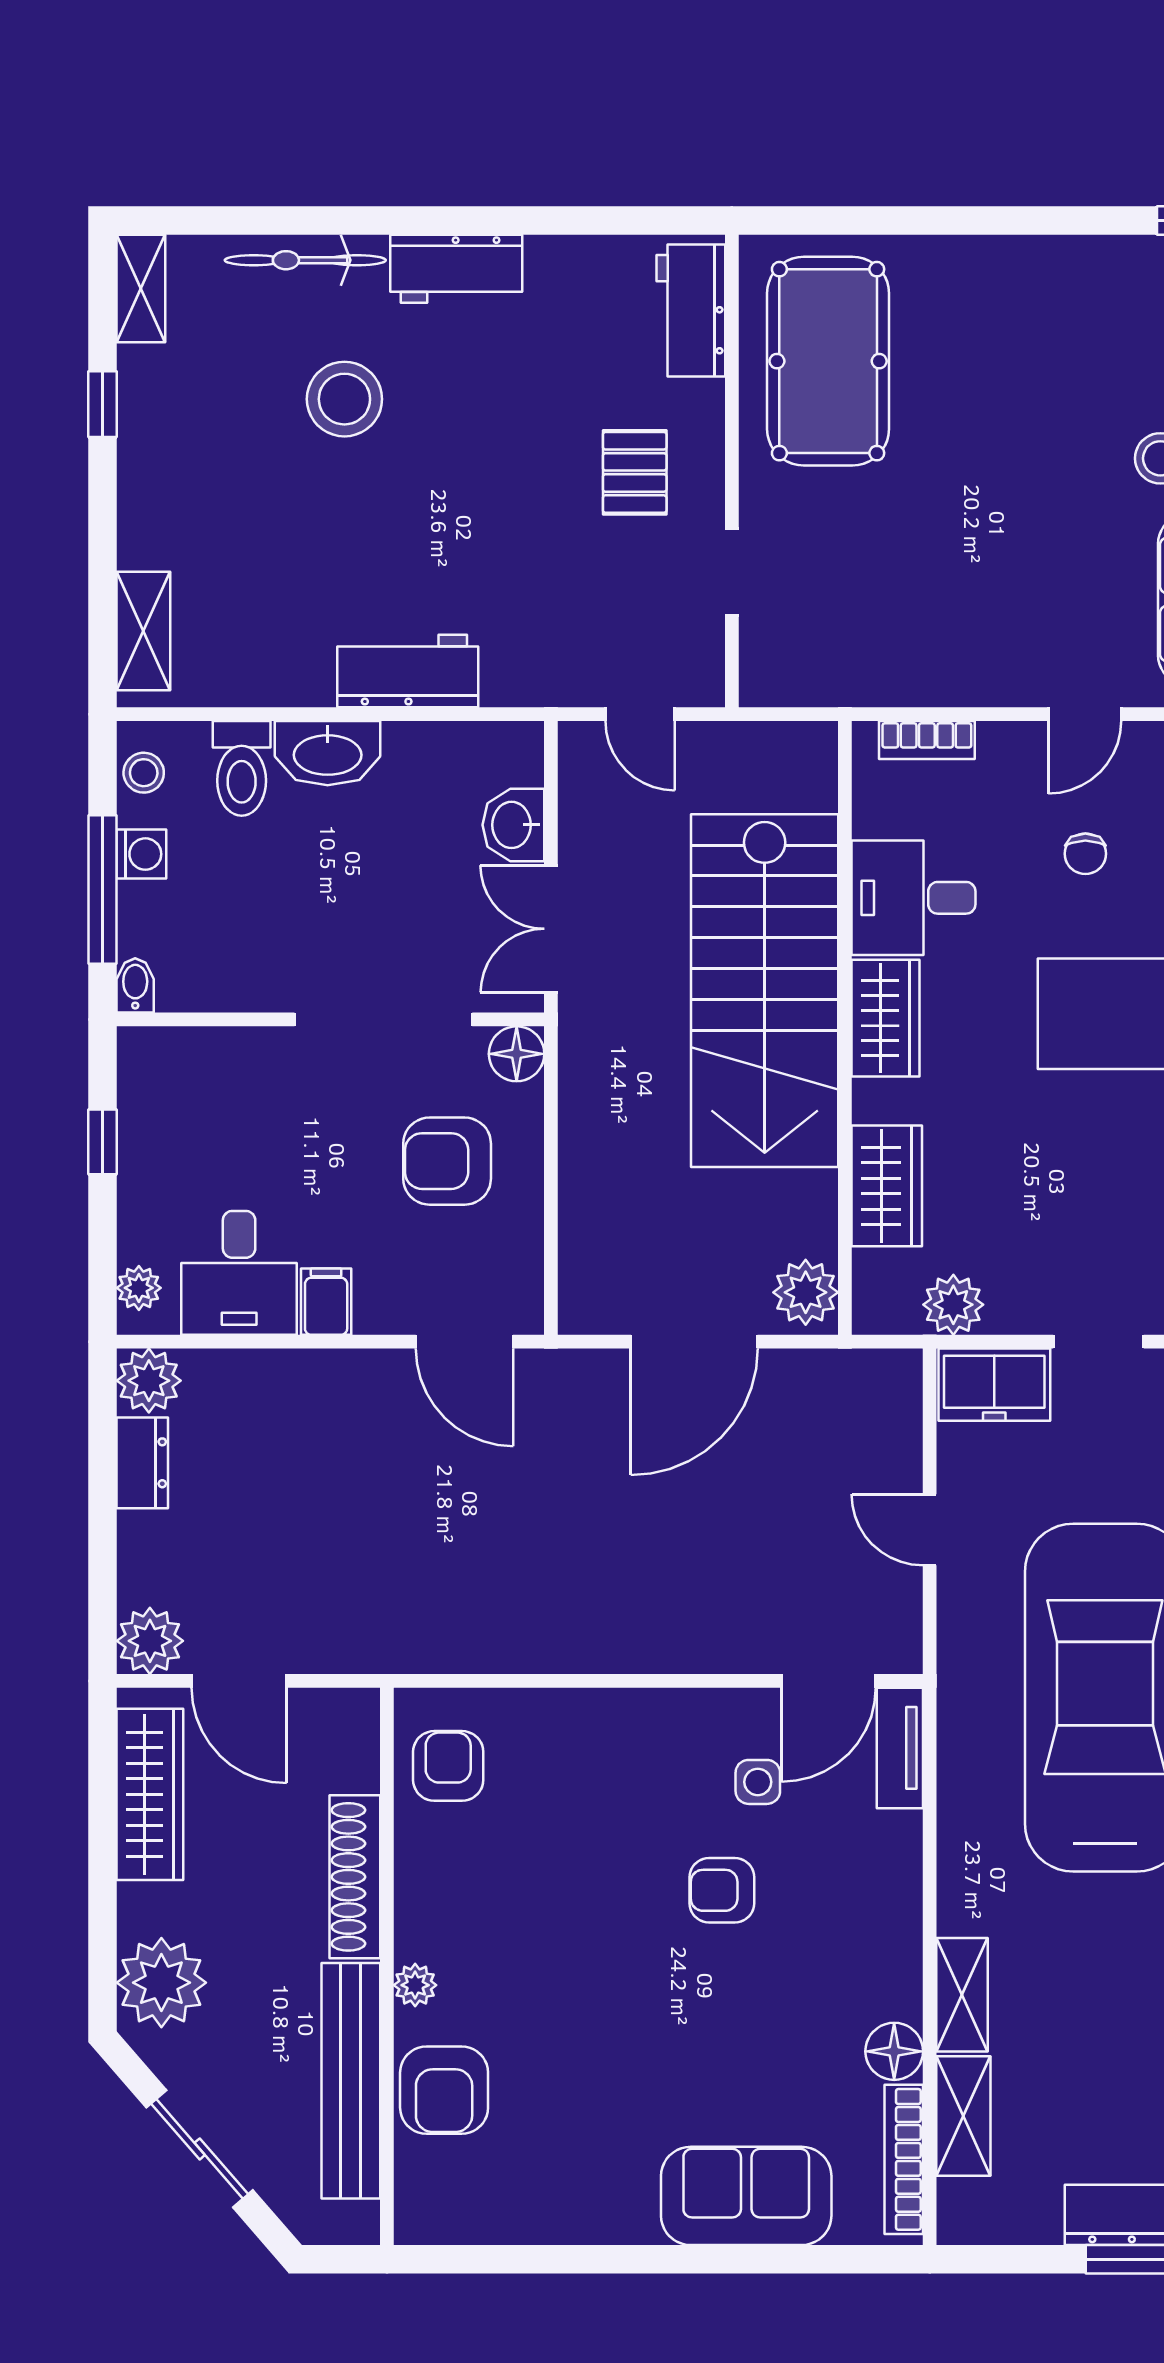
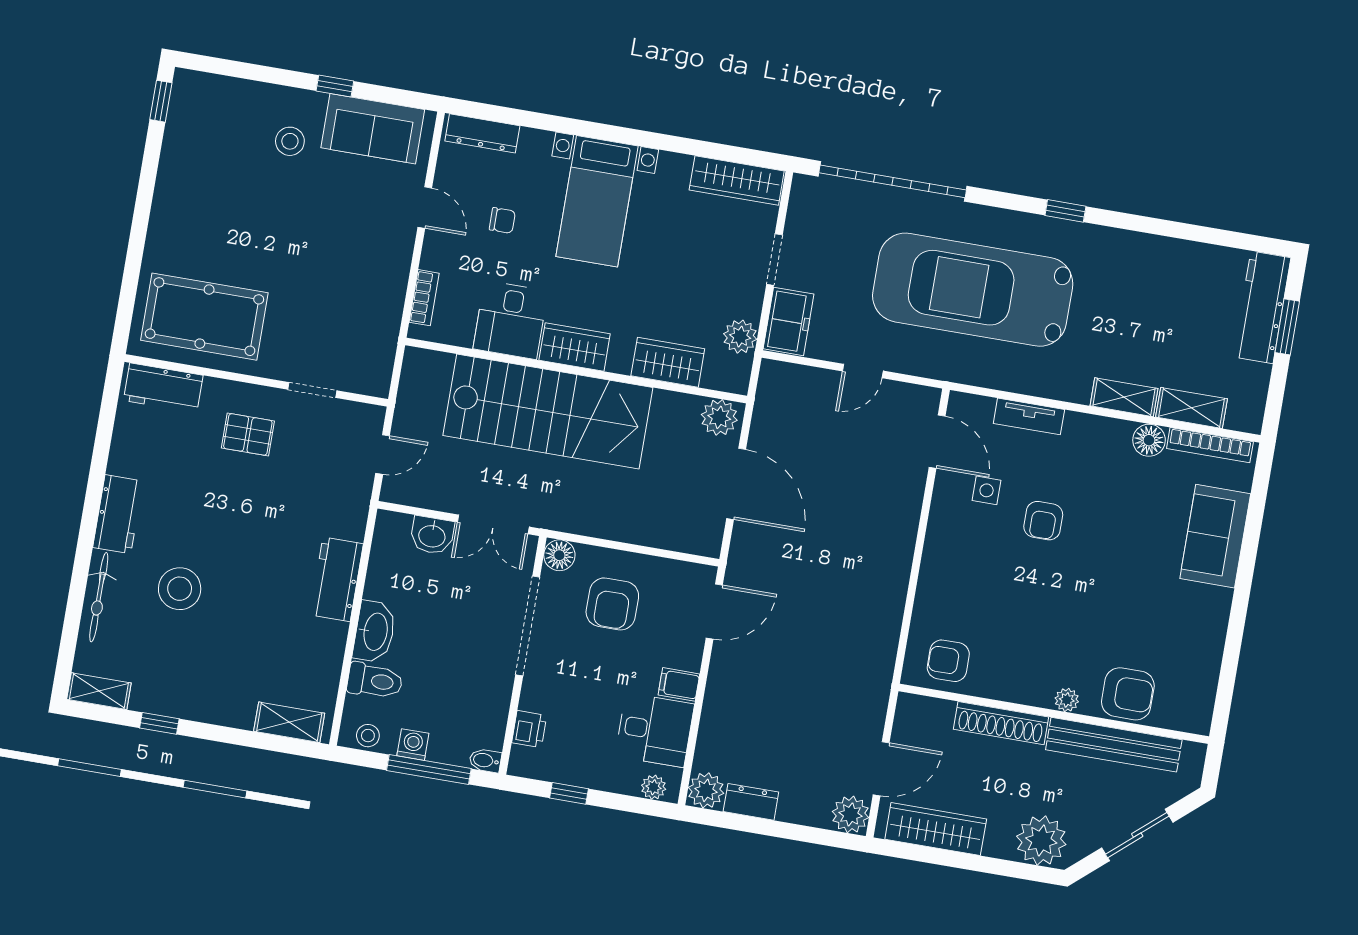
printer: (203, 1053) -> (529, 729), added
tv unit: (900, 1748) -> (1029, 416), moved

